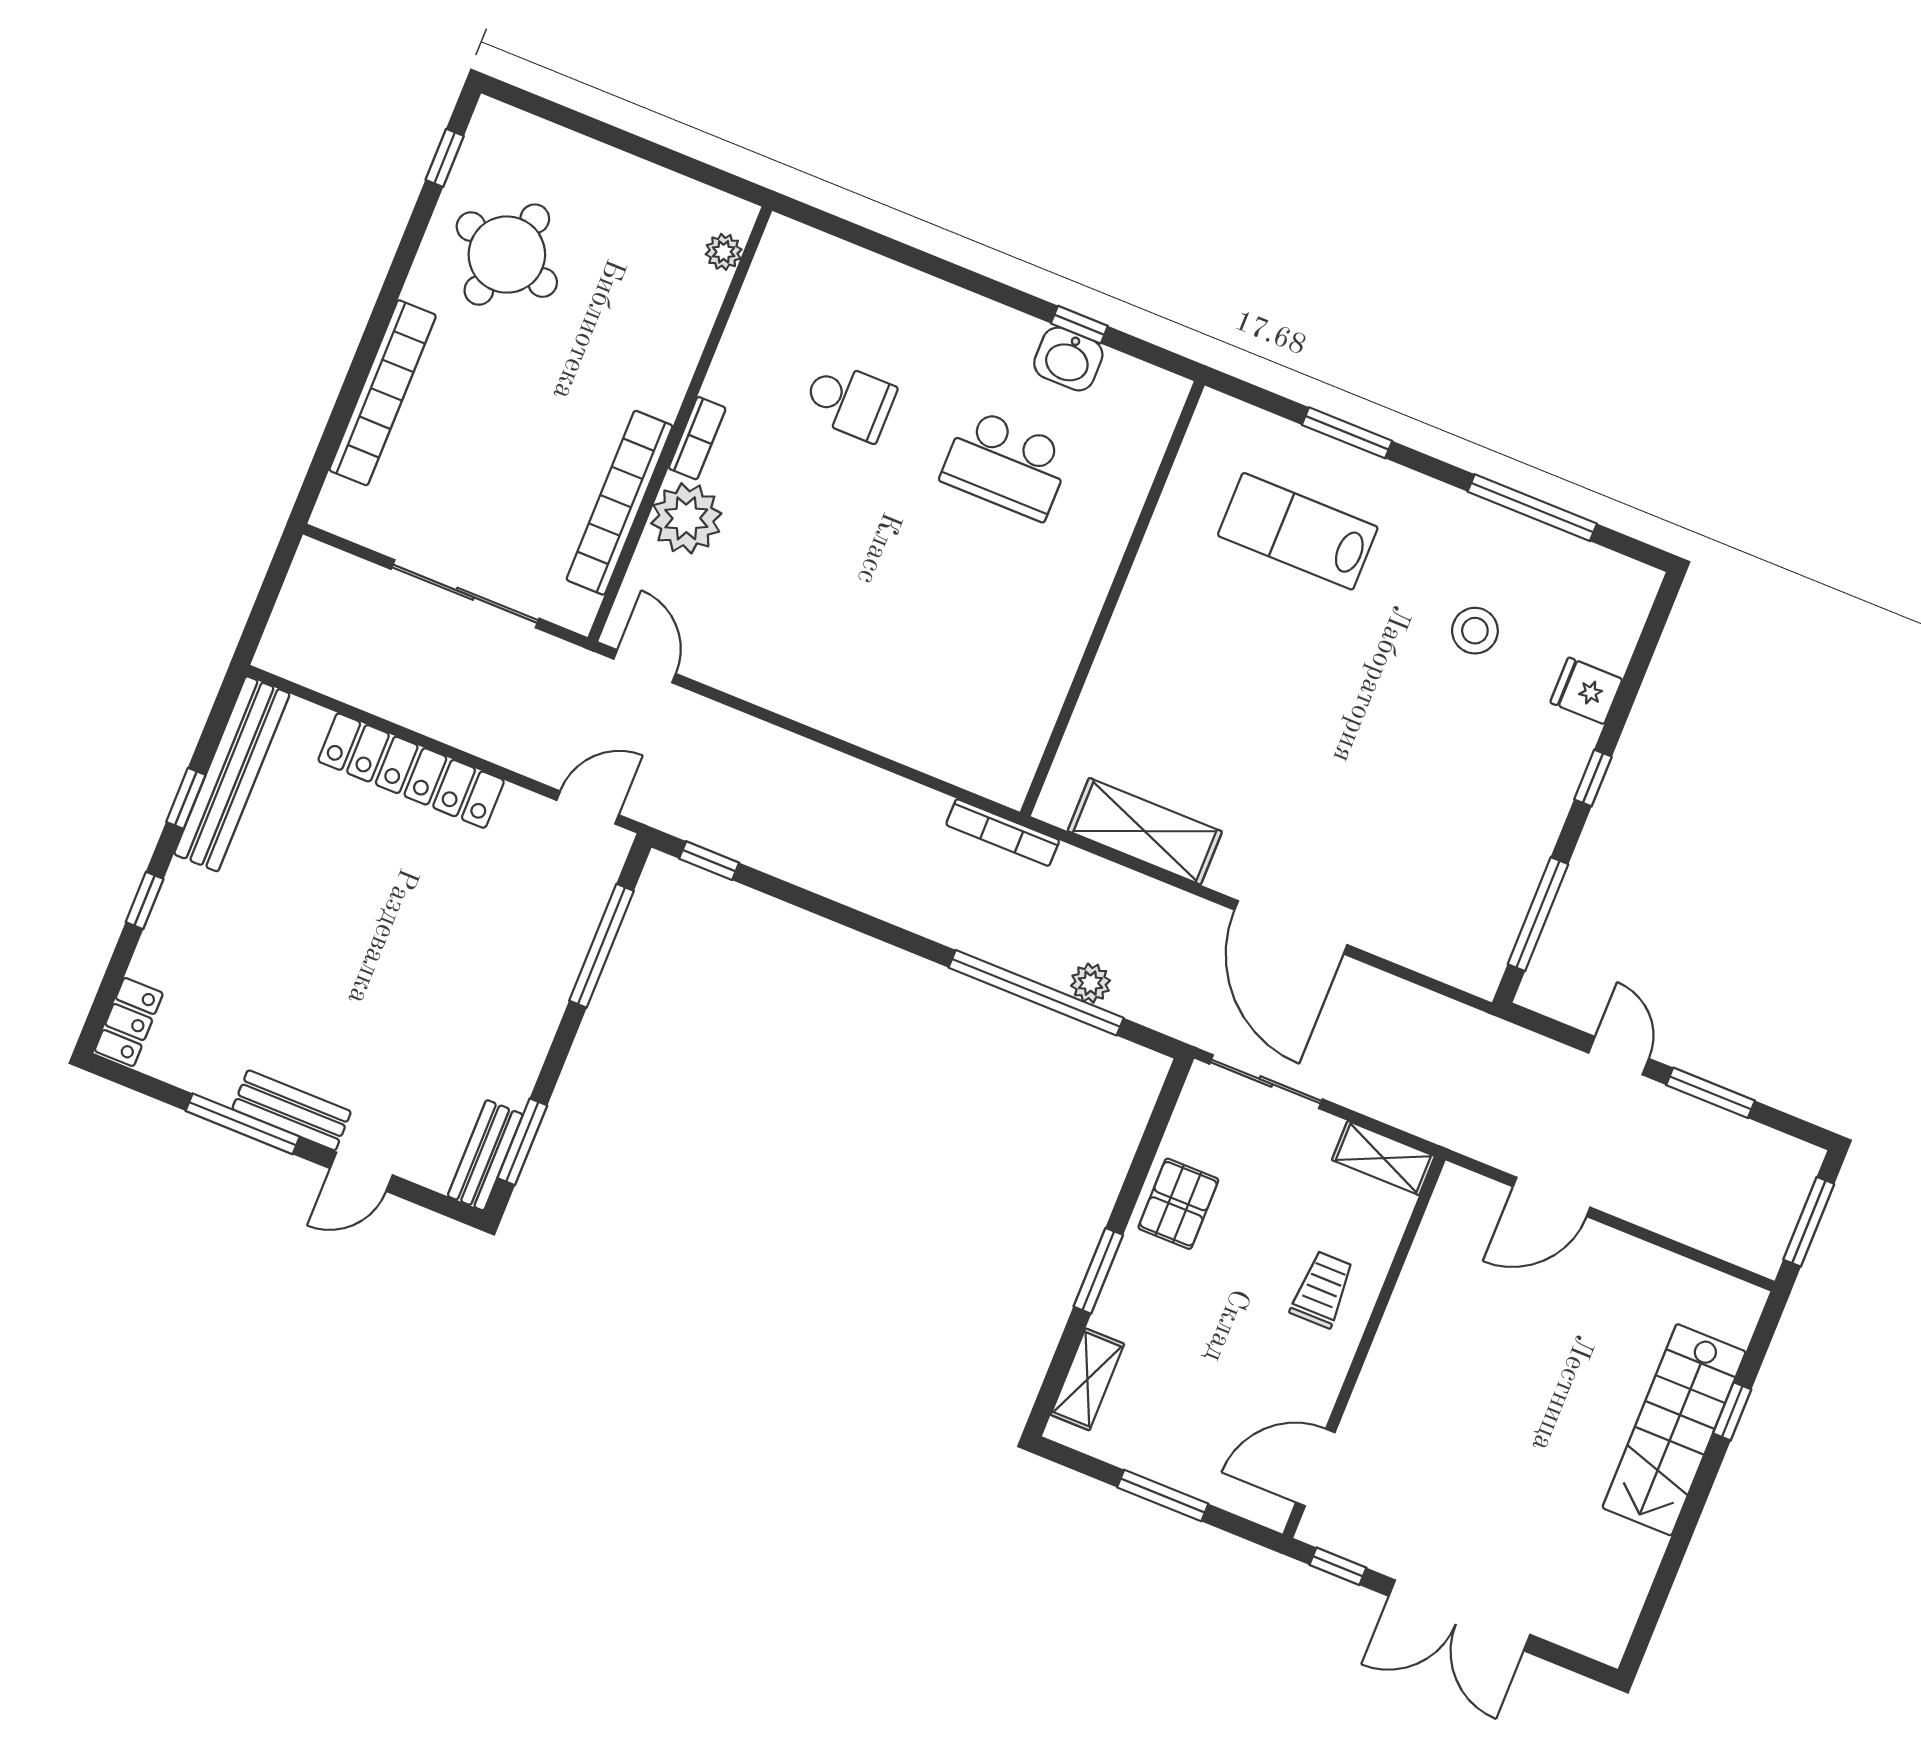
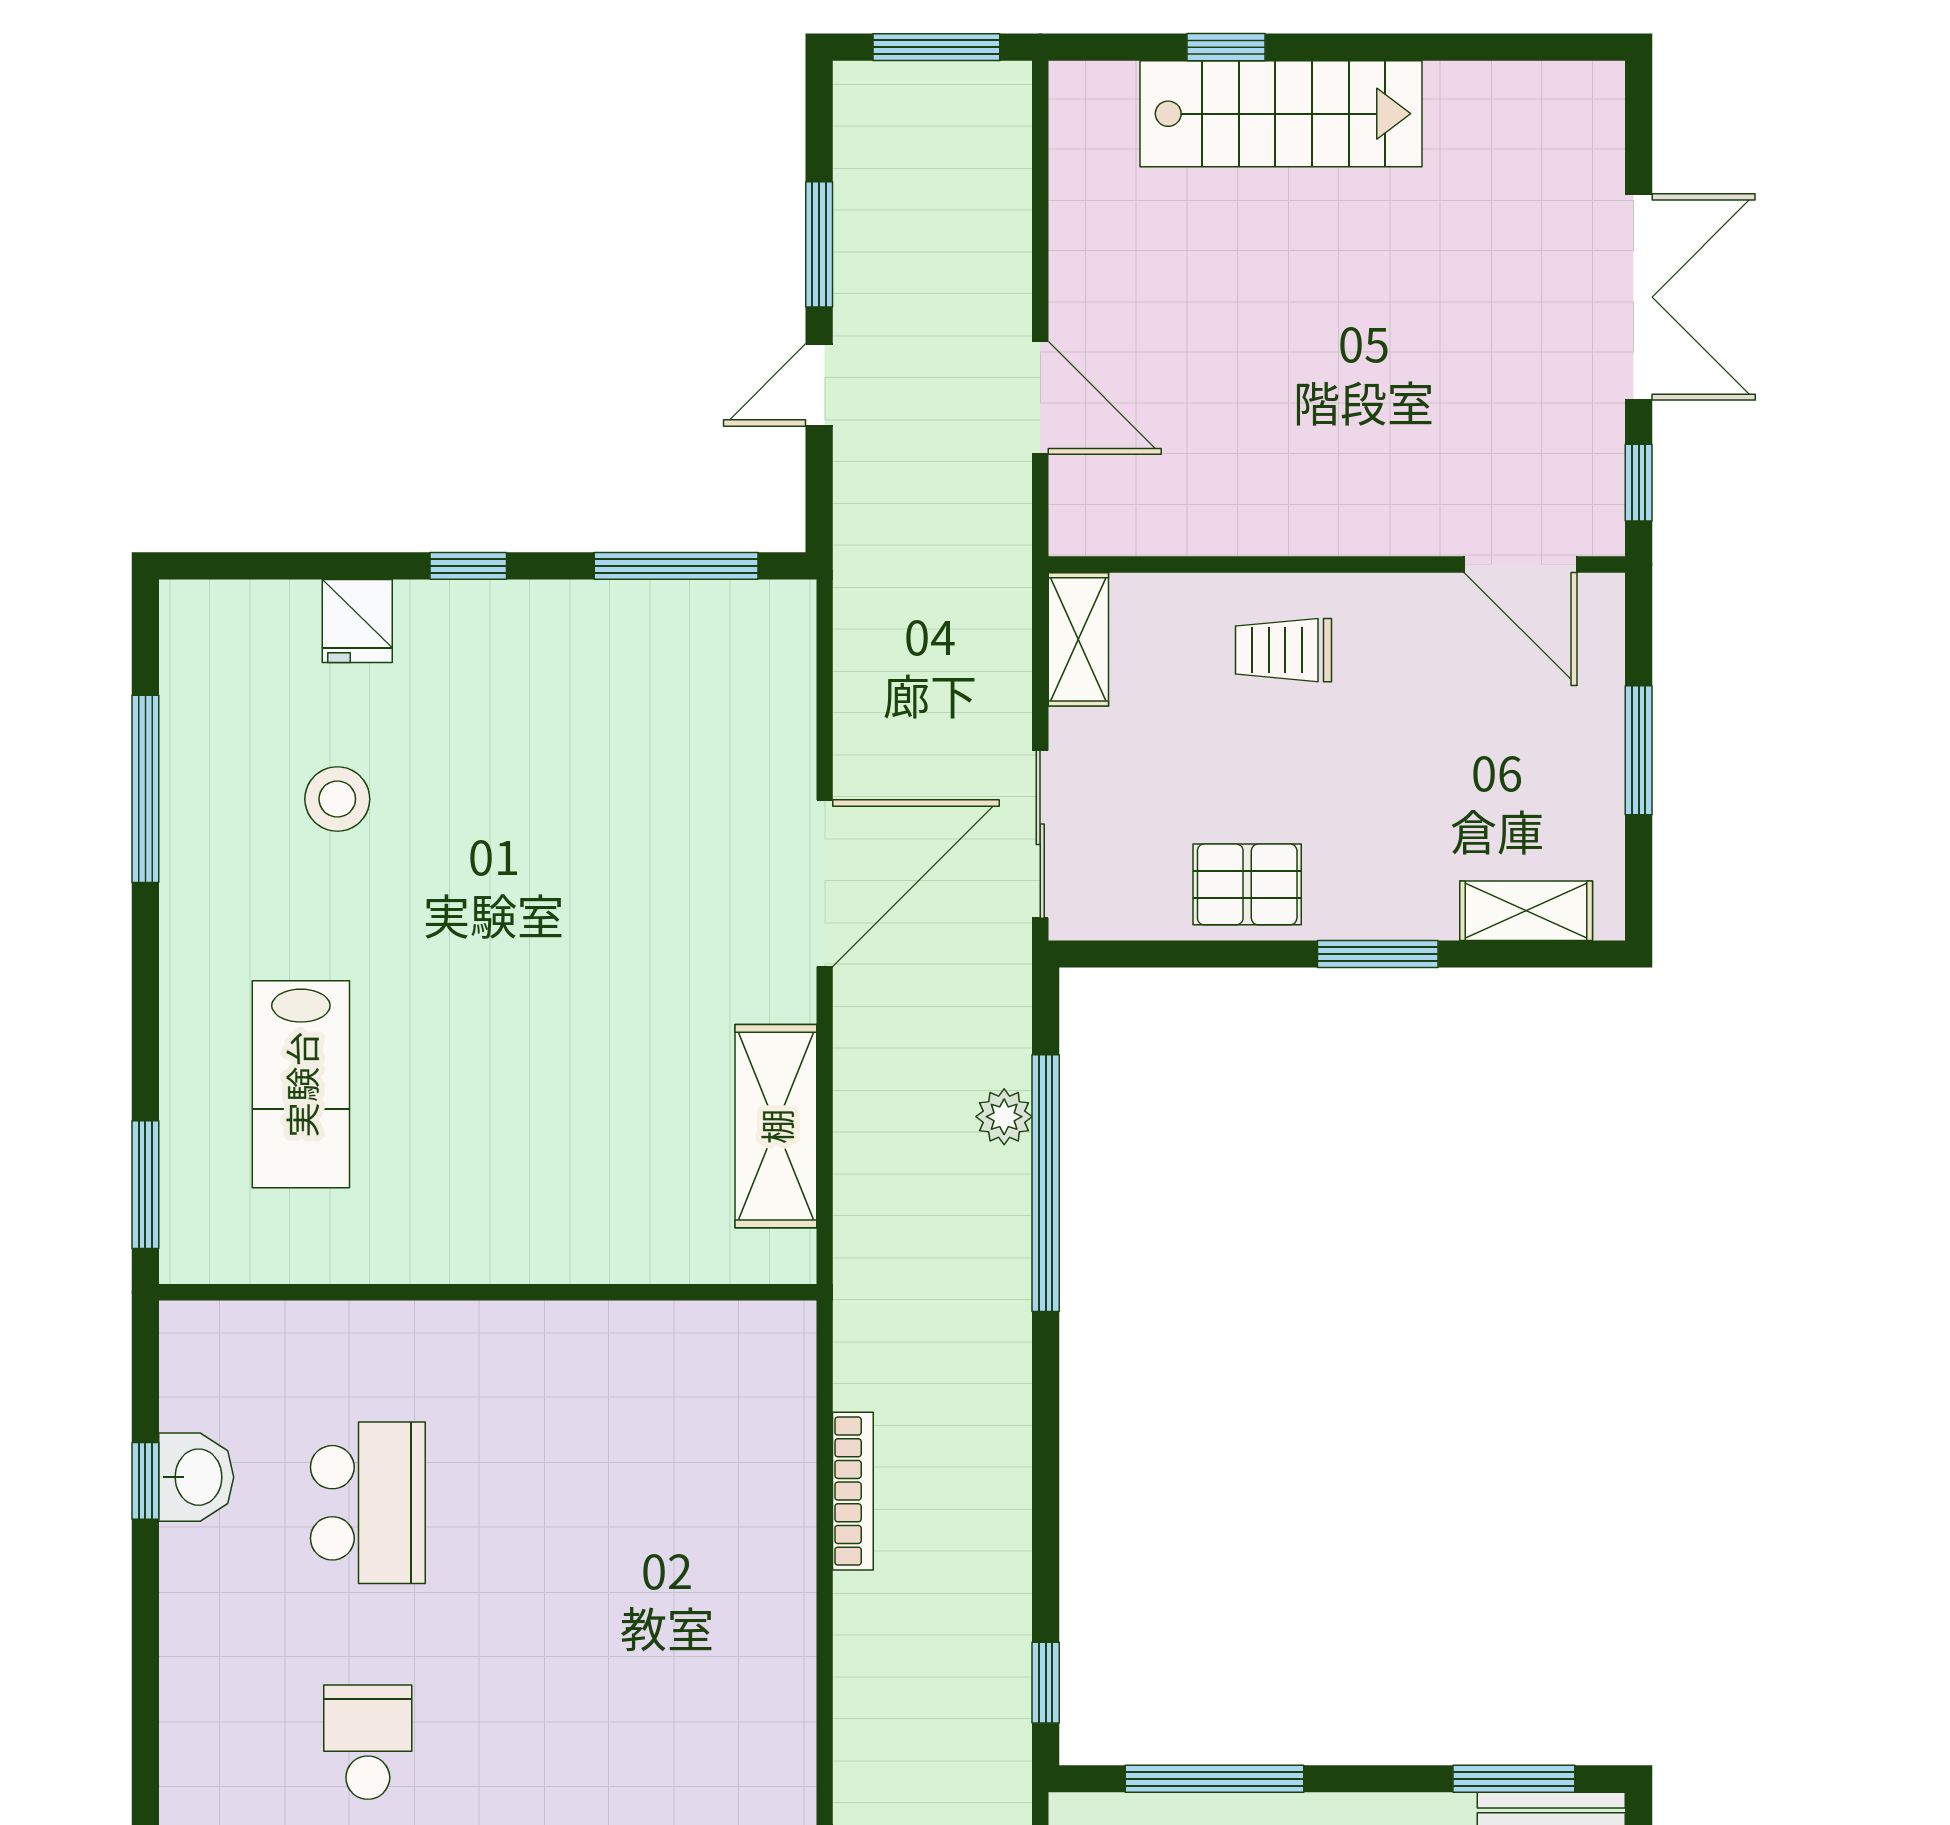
window: (1347, 433) -> (145, 1185), moved
bookcase: (1003, 833) -> (853, 1491), moved

